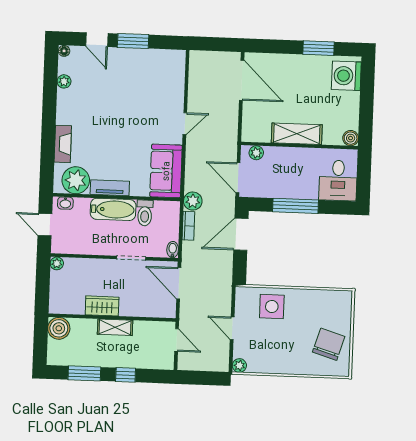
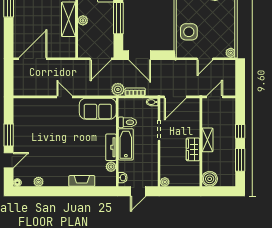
plant: (256, 153) -> (83, 20), moved
plant: (76, 180) -> (111, 167), width x0.53, depth x0.53

